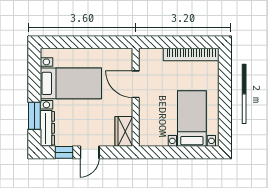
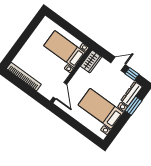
door: (136, 84) -> (60, 91), moved
bed with nightstands: (192, 119) -> (64, 49), moved, turned 90

